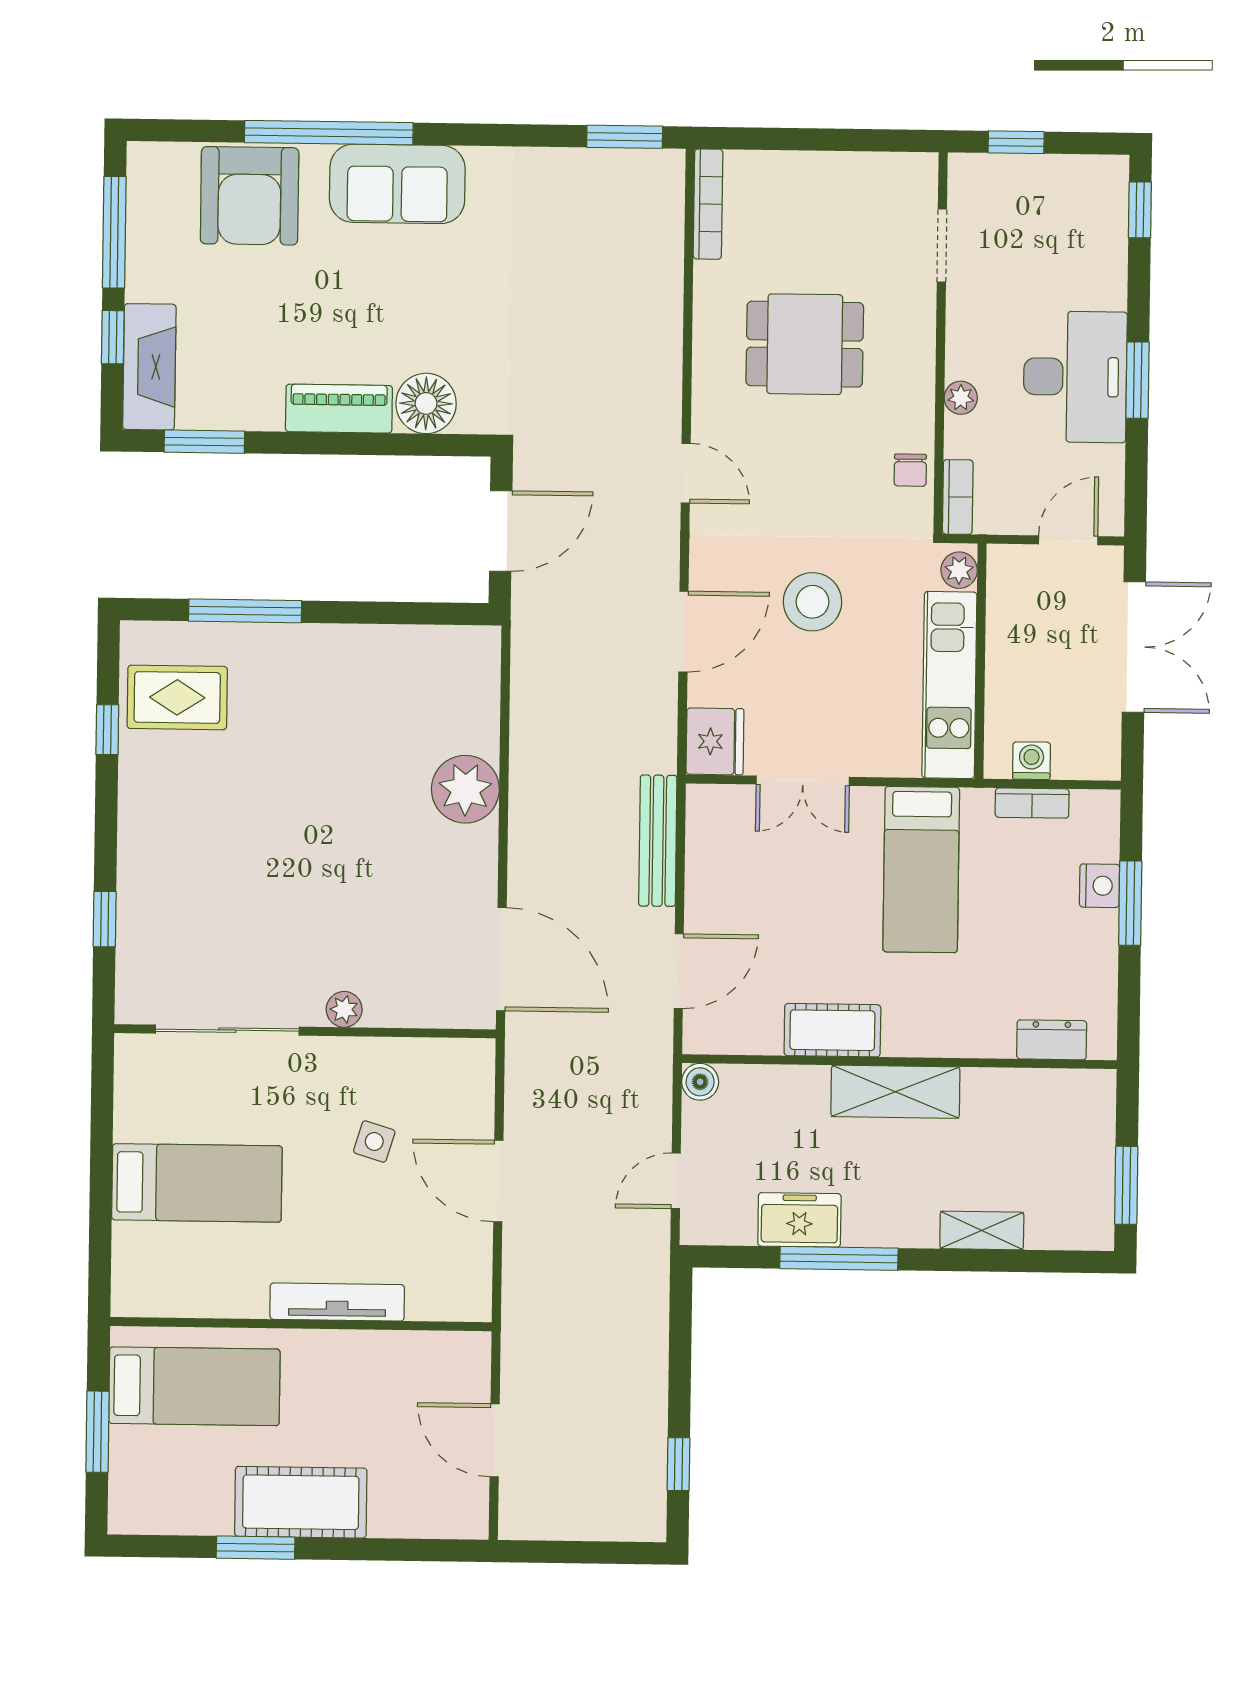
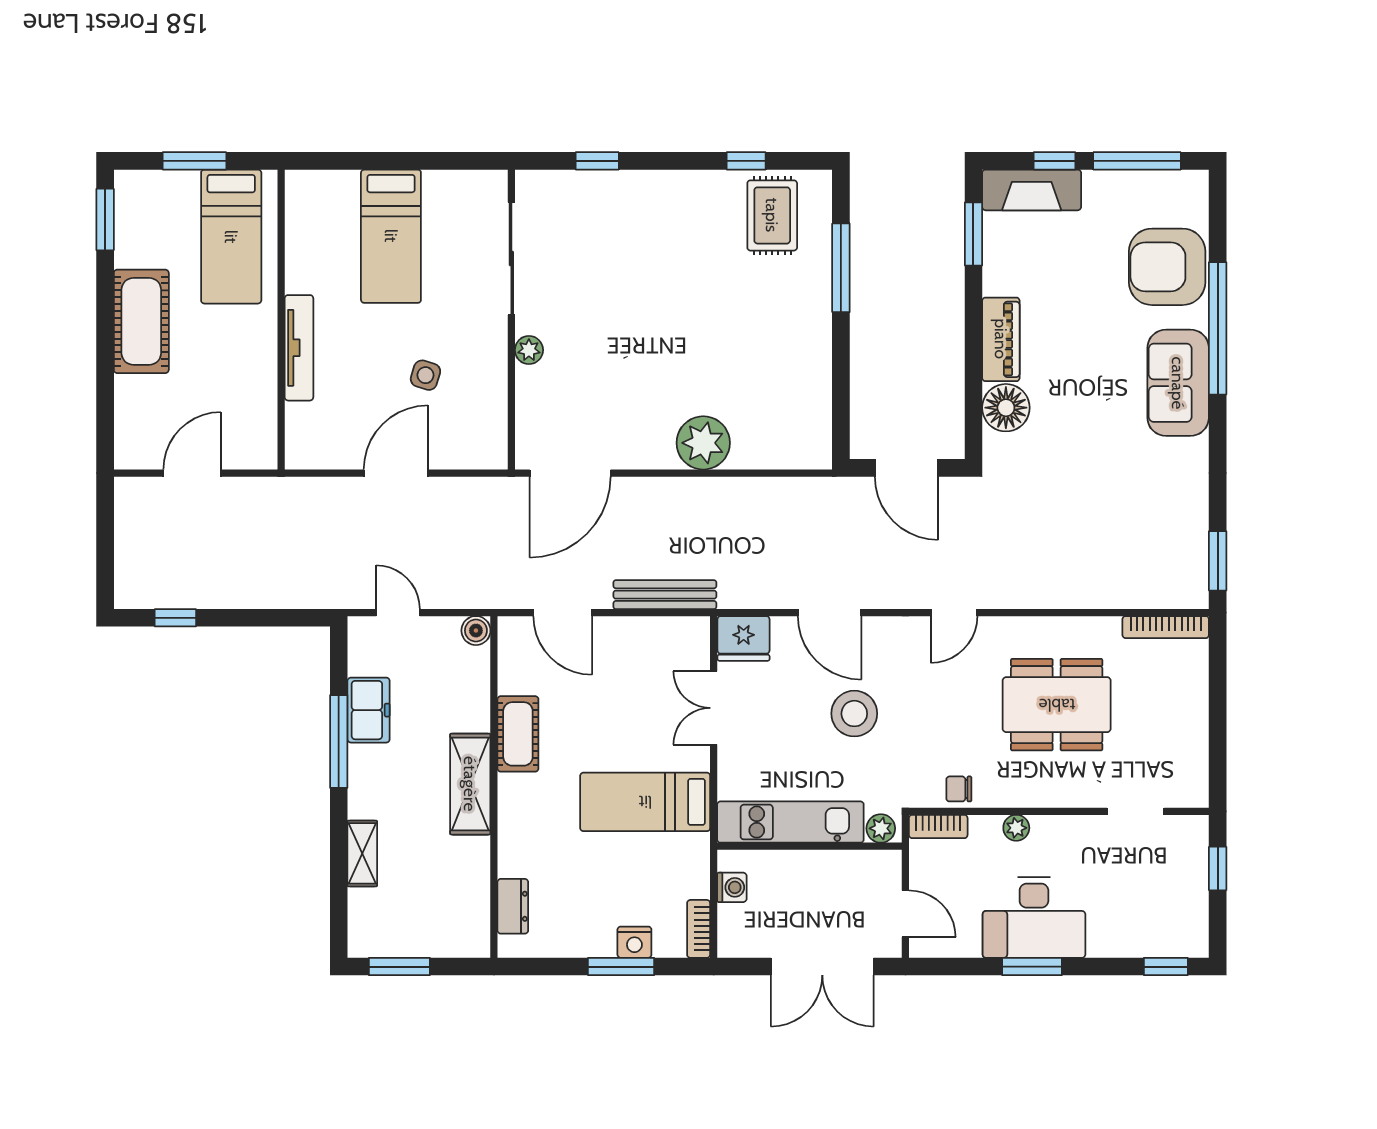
dining table: (805, 344) -> (1057, 705), width x1.38
bookcase: (1032, 803) -> (699, 929), moved
window: (256, 1548) -> (105, 219), moved

